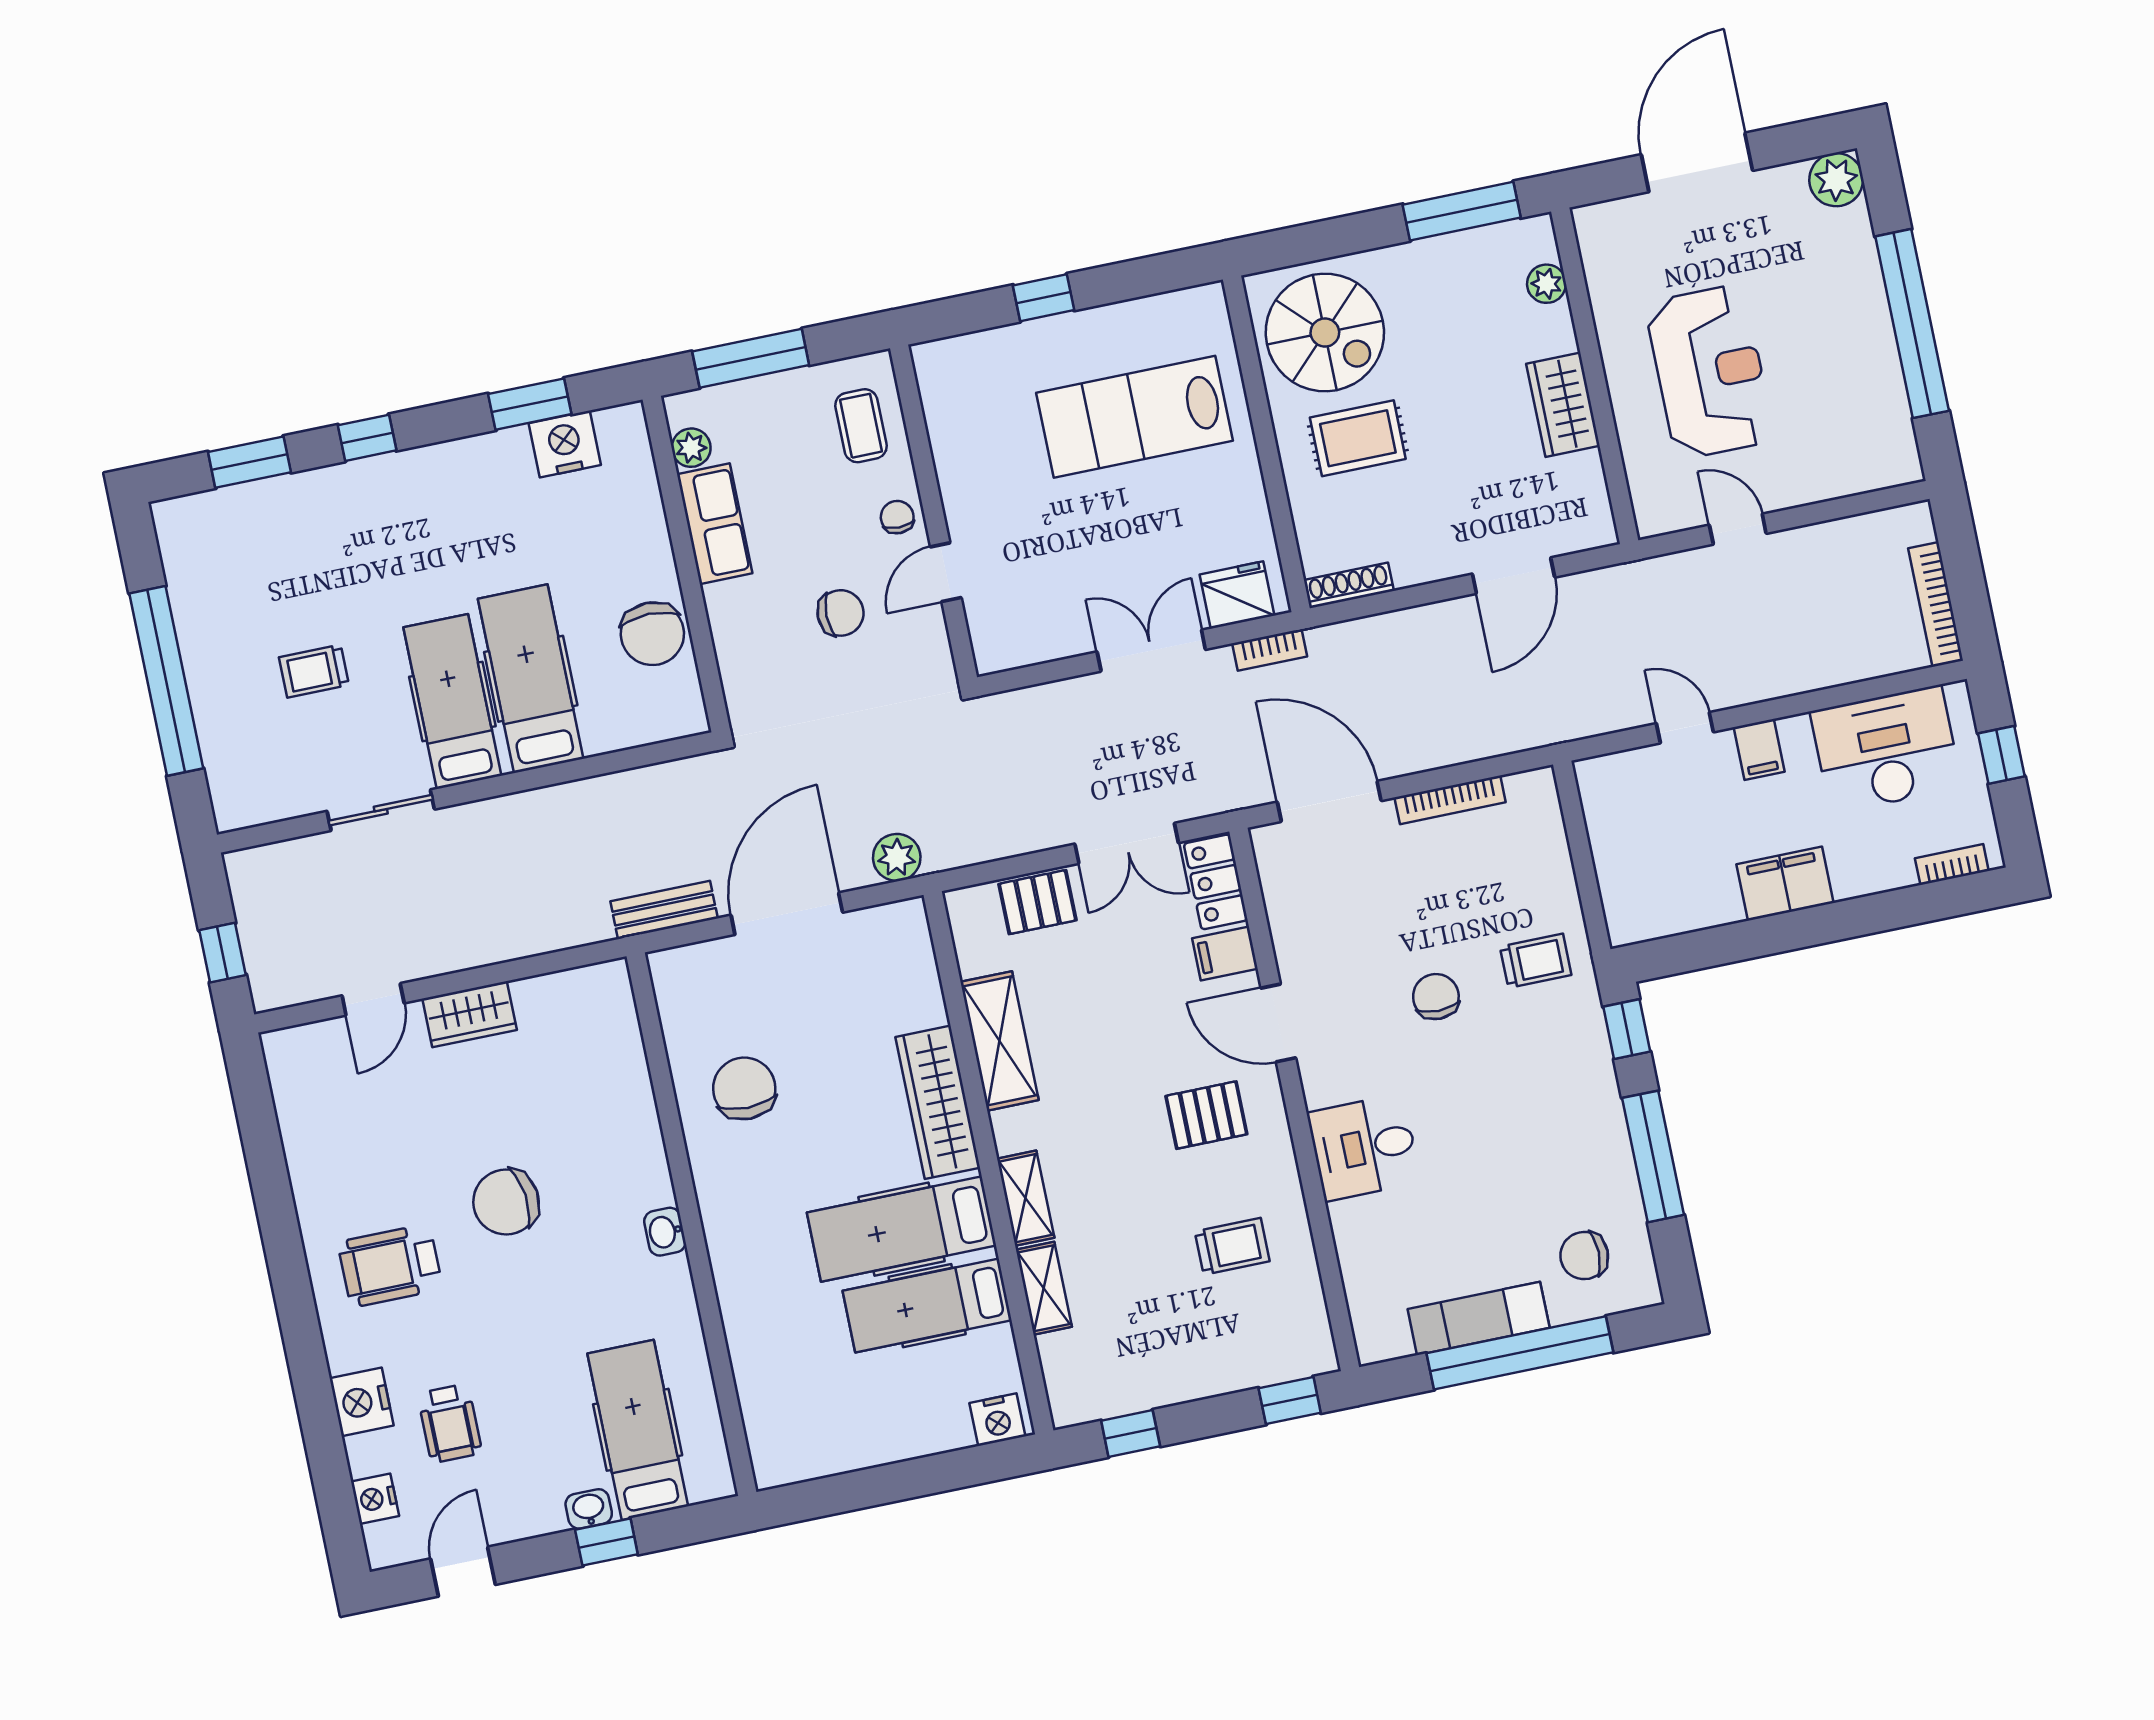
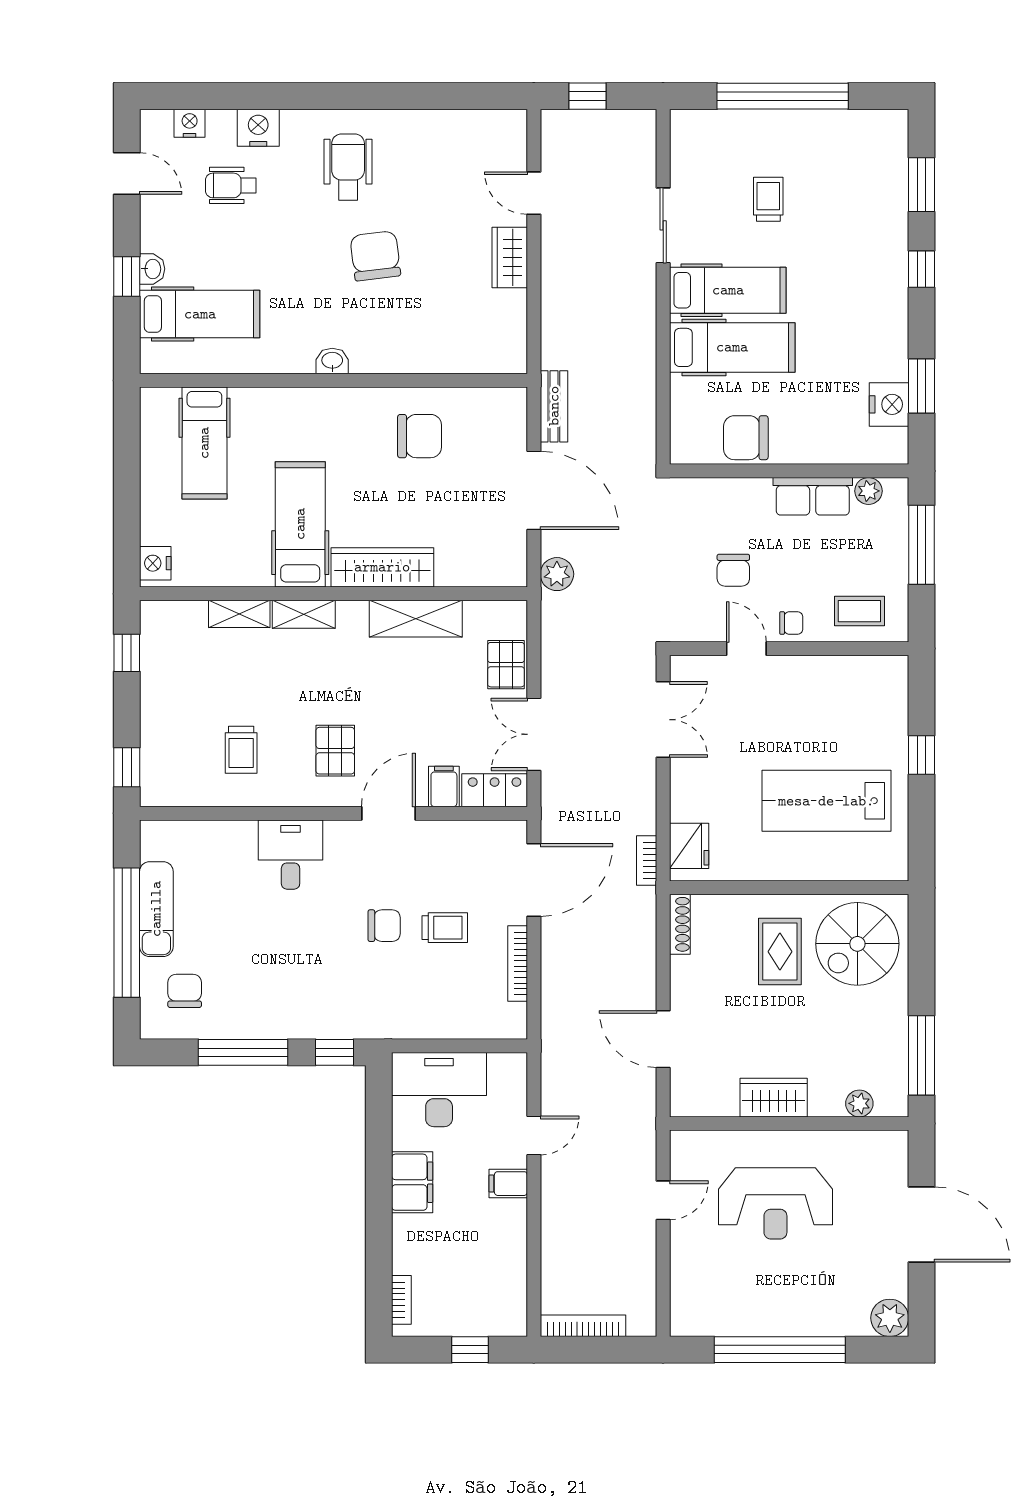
lab bench: (1134, 417) -> (826, 801), turned -90
double door: (1151, 651) -> (663, 720), moved
desk: (1886, 749) -> (439, 1090), moved, turned -90
trolley: (1536, 961) -> (445, 928), moved, turned -90
hospital bed: (927, 1306) -> (204, 443), moved, turned 180

